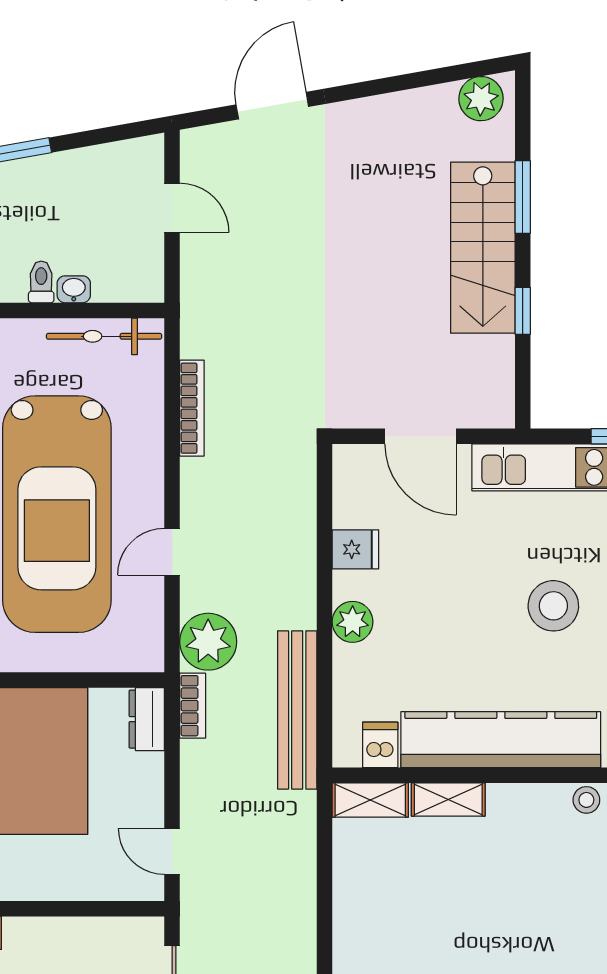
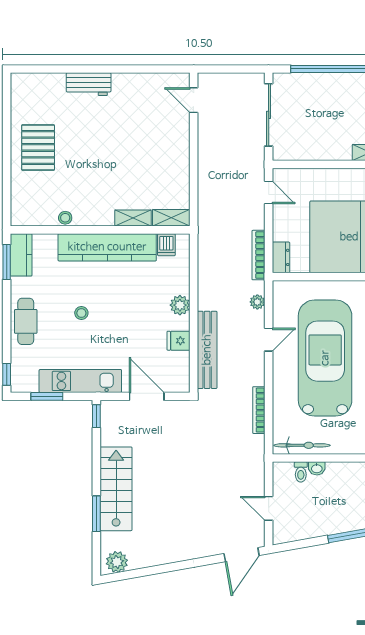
door: (272, 106) -> (242, 555), moved
toilet: (41, 282) -> (301, 472), moved
window: (523, 311) -> (96, 416), moved
stool: (553, 606) -> (81, 313), width x0.53, depth x0.53
plant: (208, 642) -> (257, 302), width x0.53, depth x0.53
bookcase: (193, 706) -> (258, 255), width x1.56
bench: (297, 710) -> (207, 350), moved

